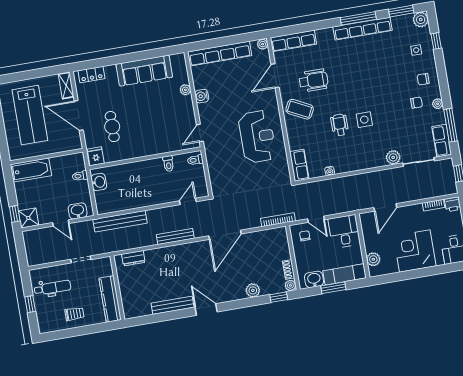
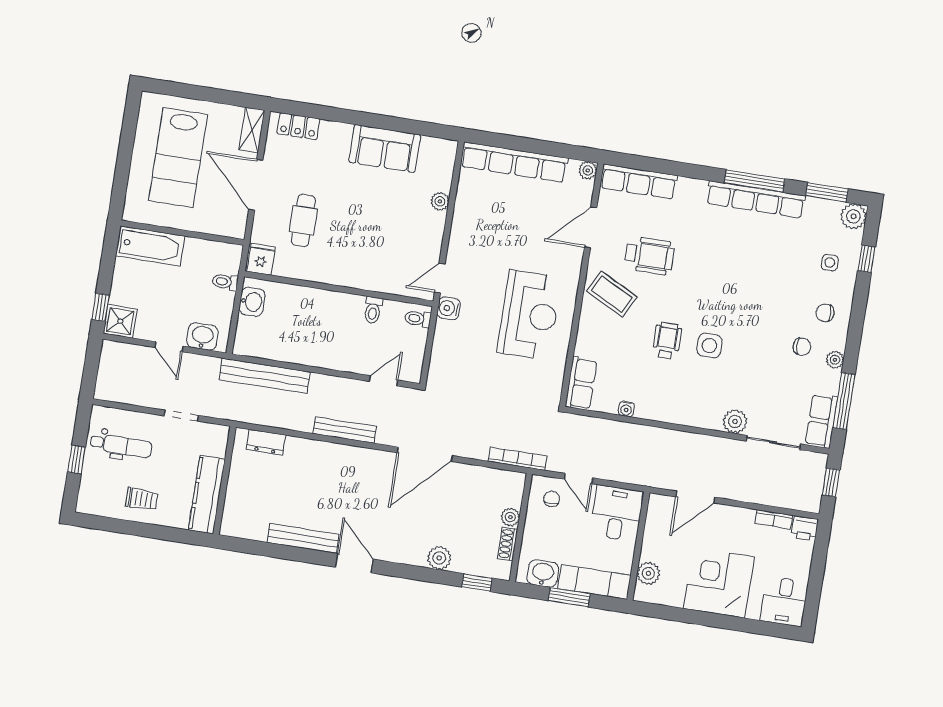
sofa: (144, 71) -> (385, 149), width x0.73
water cooler: (202, 96) -> (449, 308), moved
plant: (290, 285) -> (510, 517), moved

